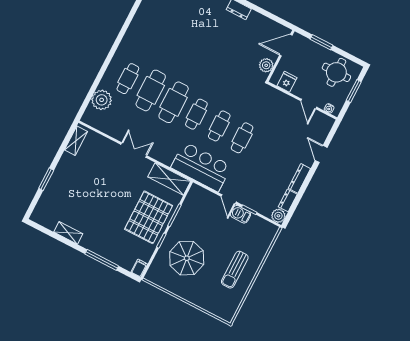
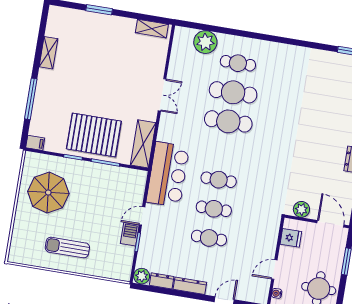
cafe table: (196, 114) -> (209, 238), moved
parasol: (187, 258) -> (48, 193), moved

